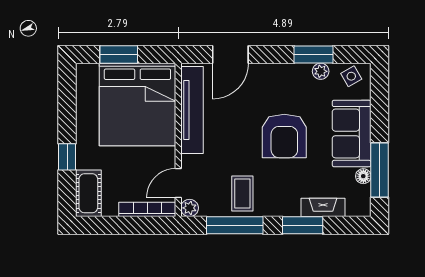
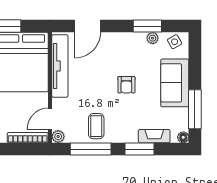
armchair: (284, 136) -> (126, 85), width x0.53, depth x0.53
floor lamp: (363, 176) -> (183, 137), moved

